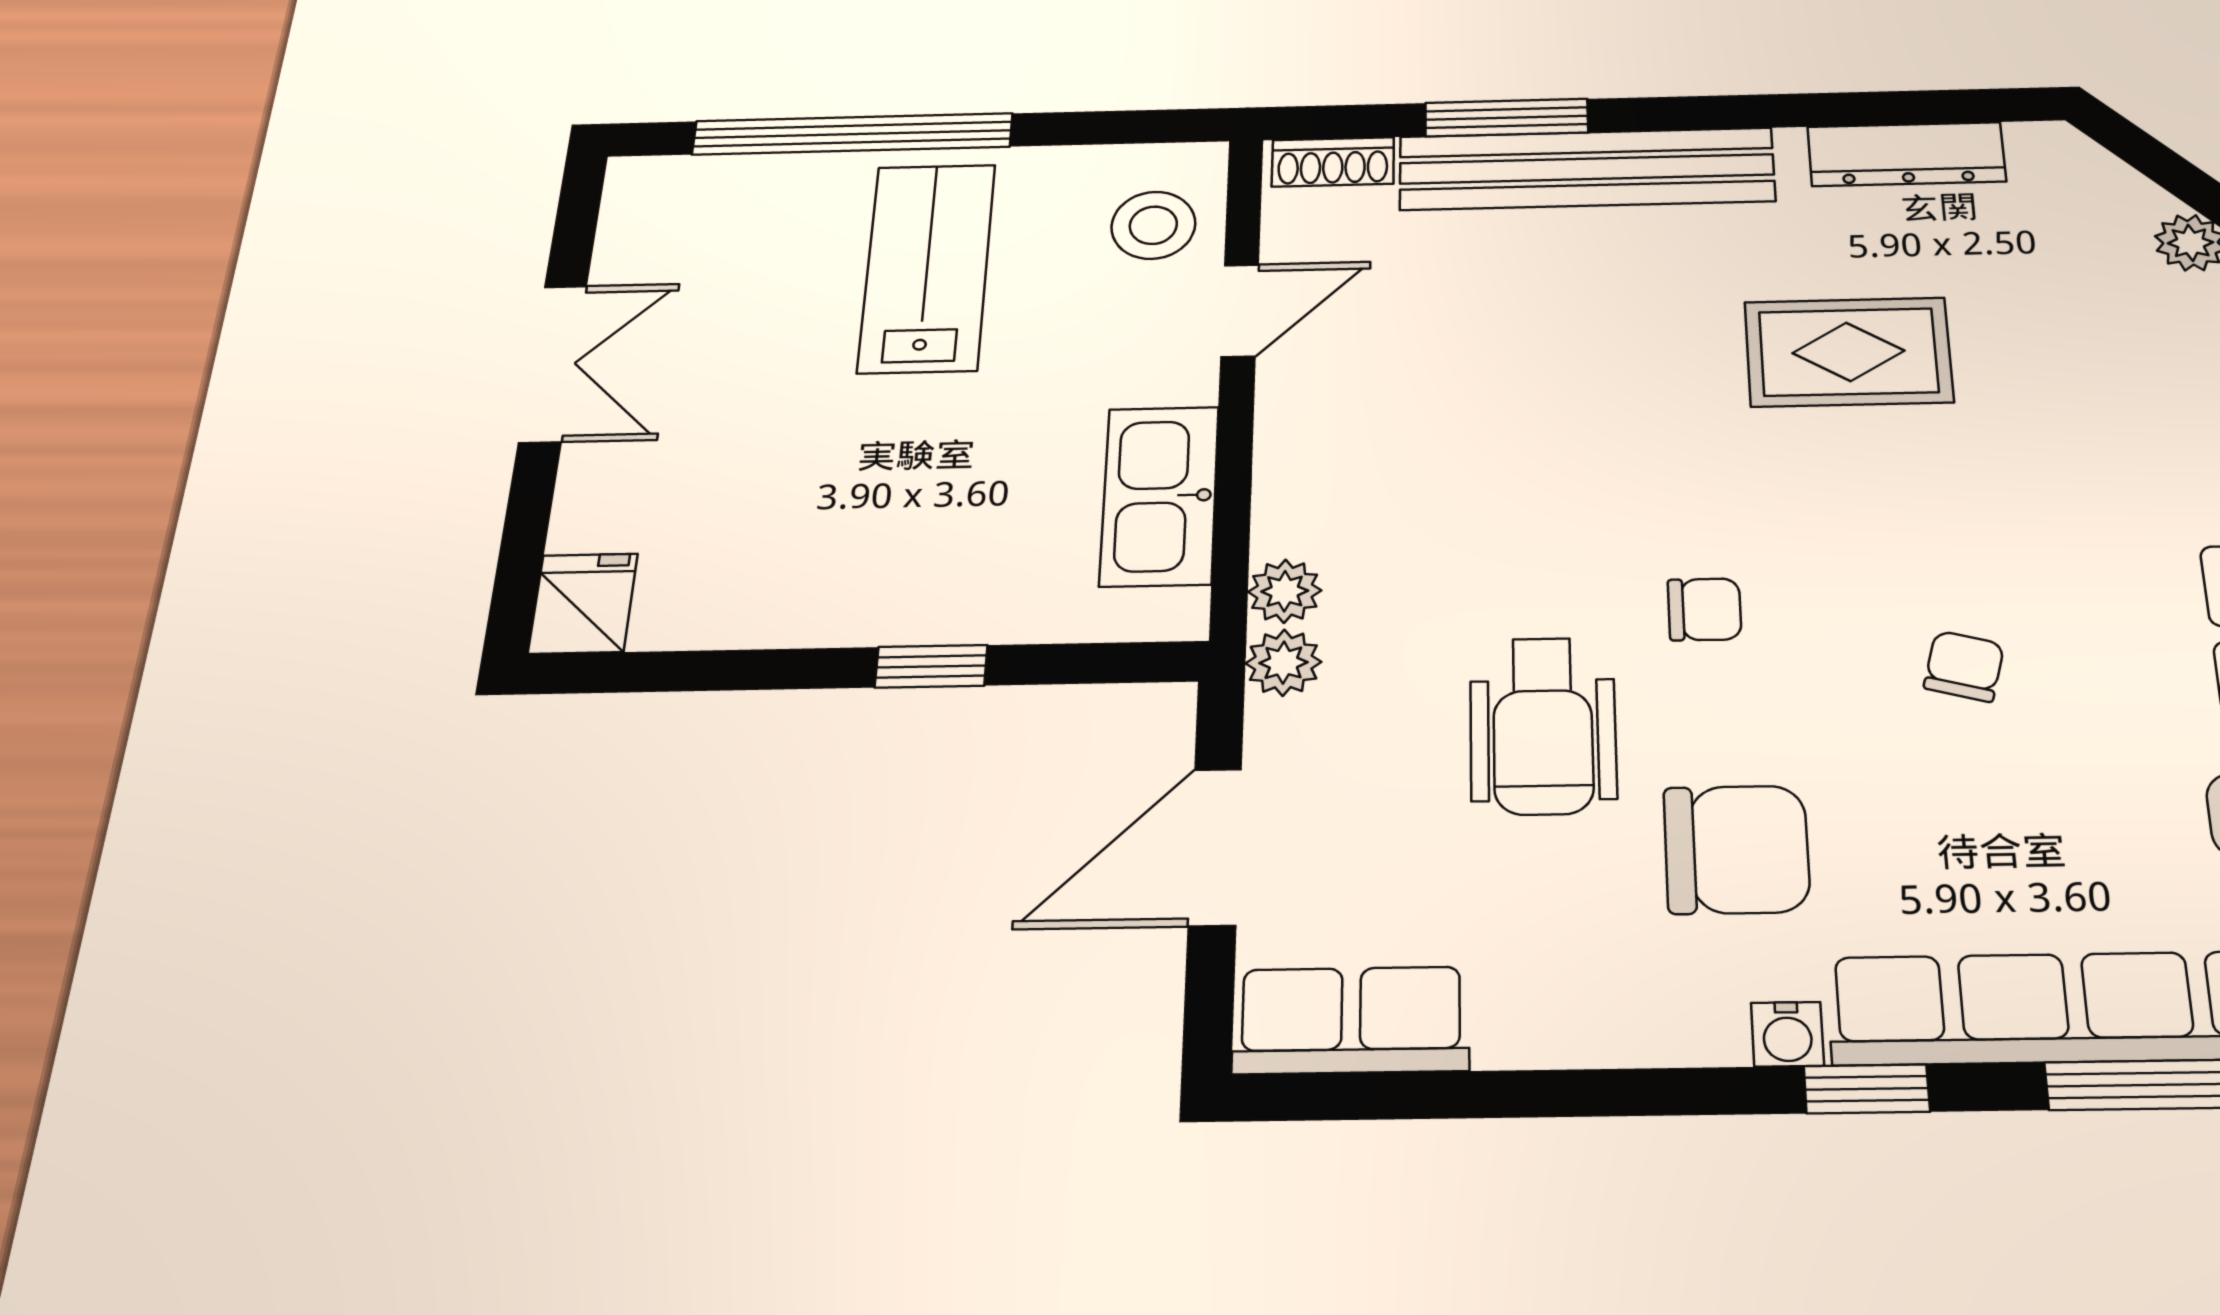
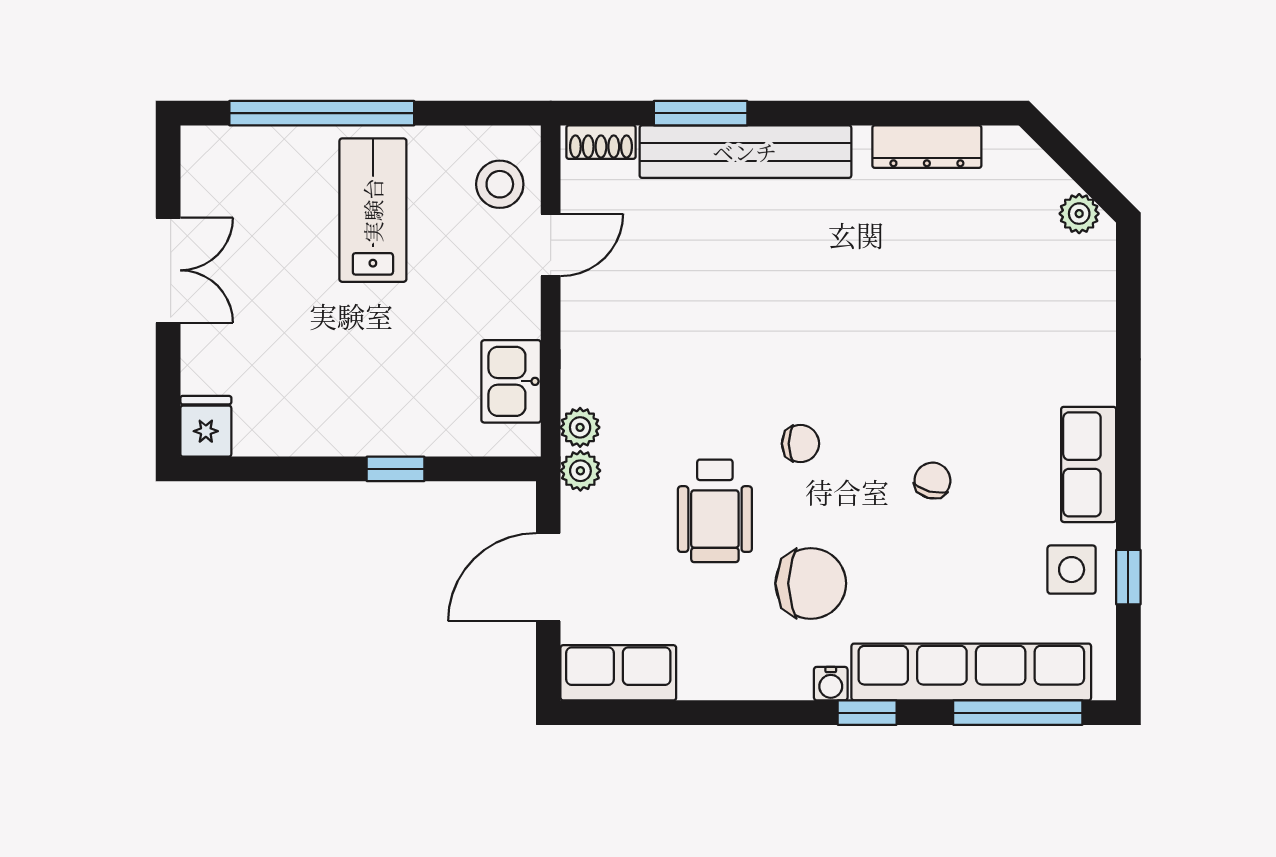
rug: (1848, 352) -> (886, 282), removed
kitchen sink: (1160, 496) -> (511, 381), width x0.73

